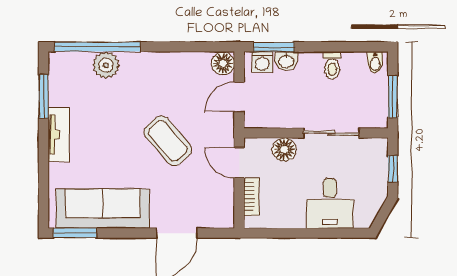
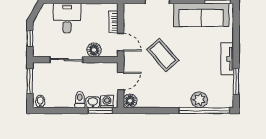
toilet: (332, 65) -> (80, 100), moved

